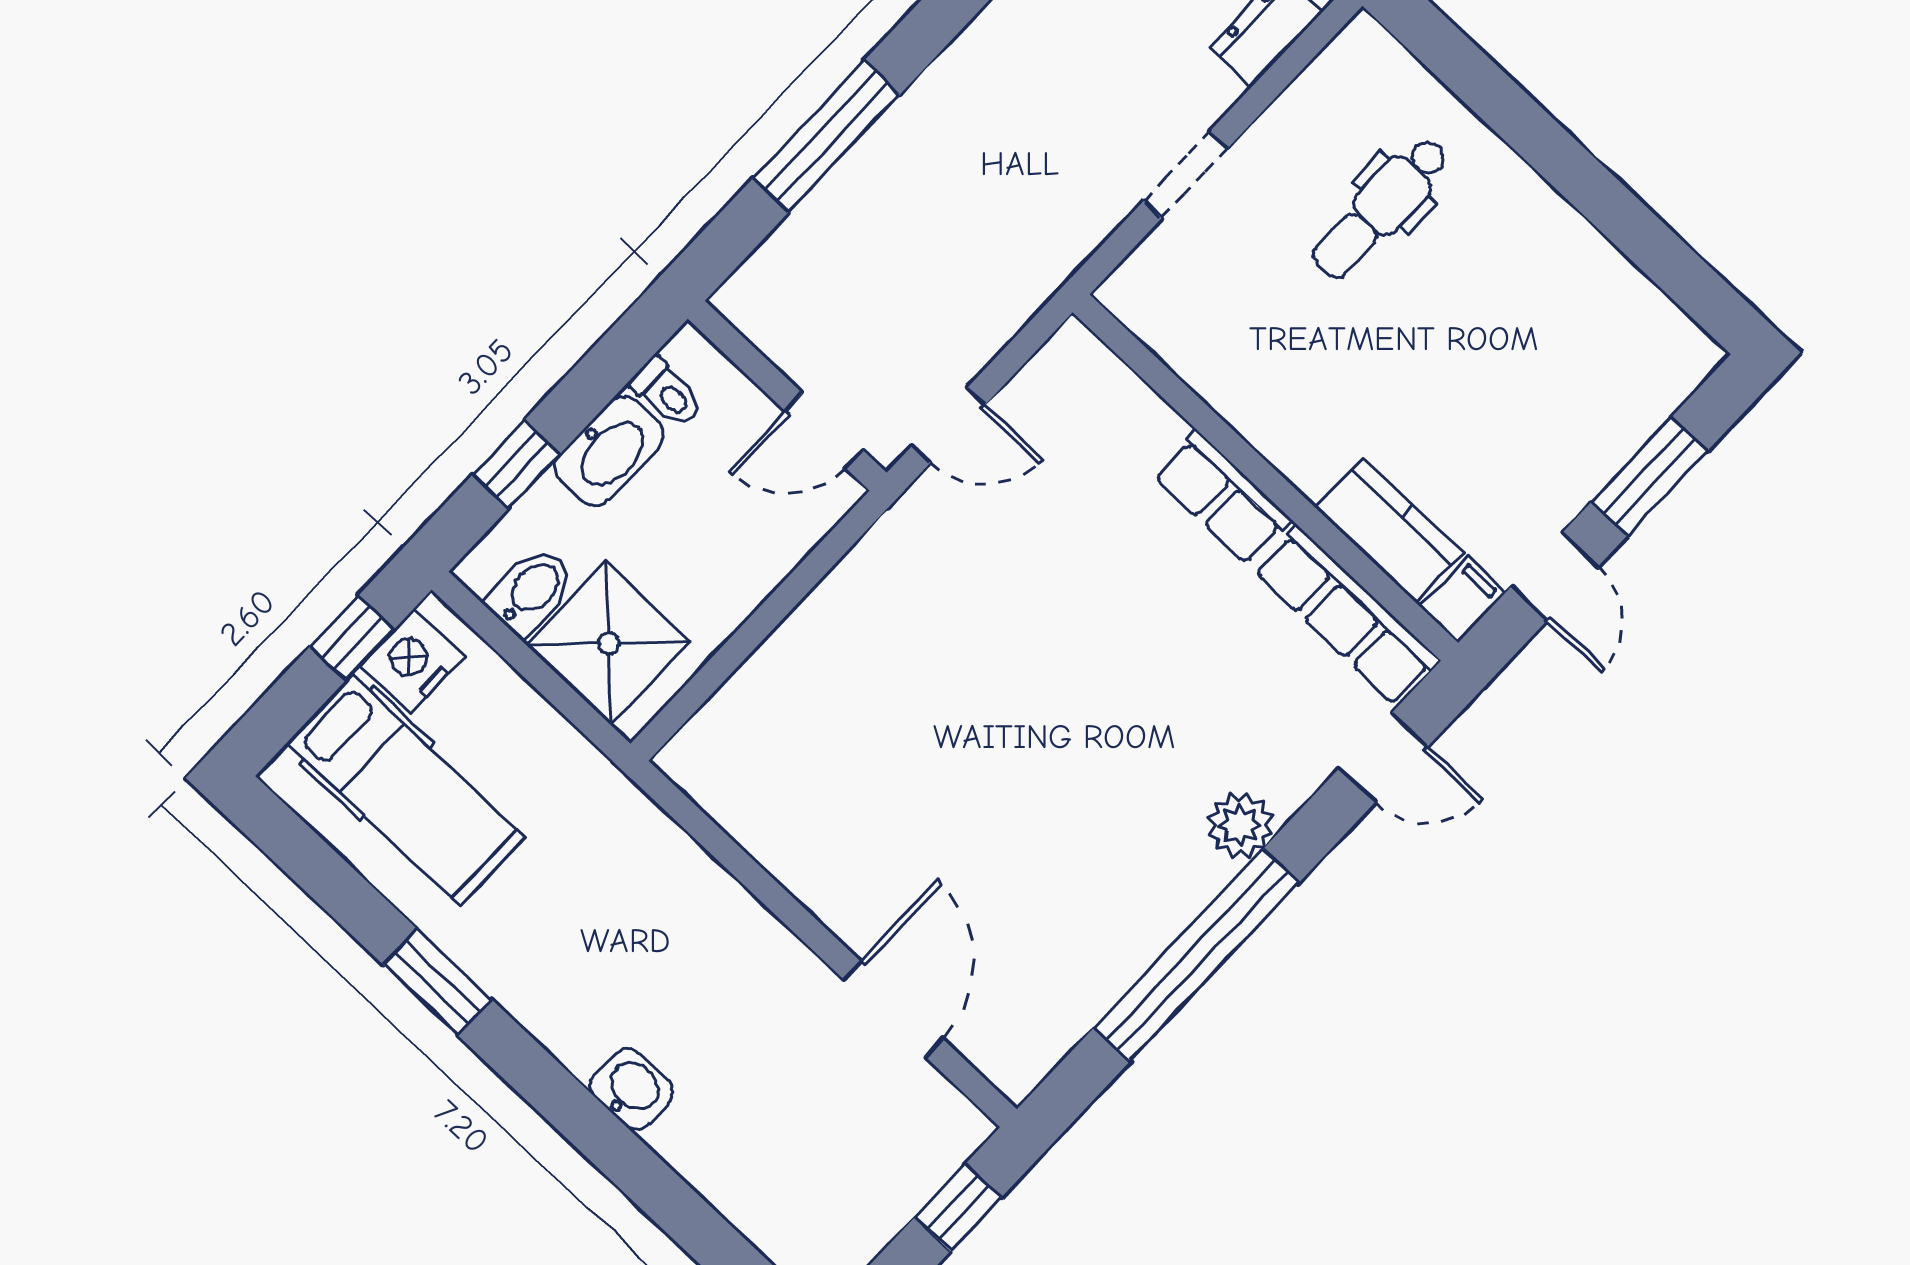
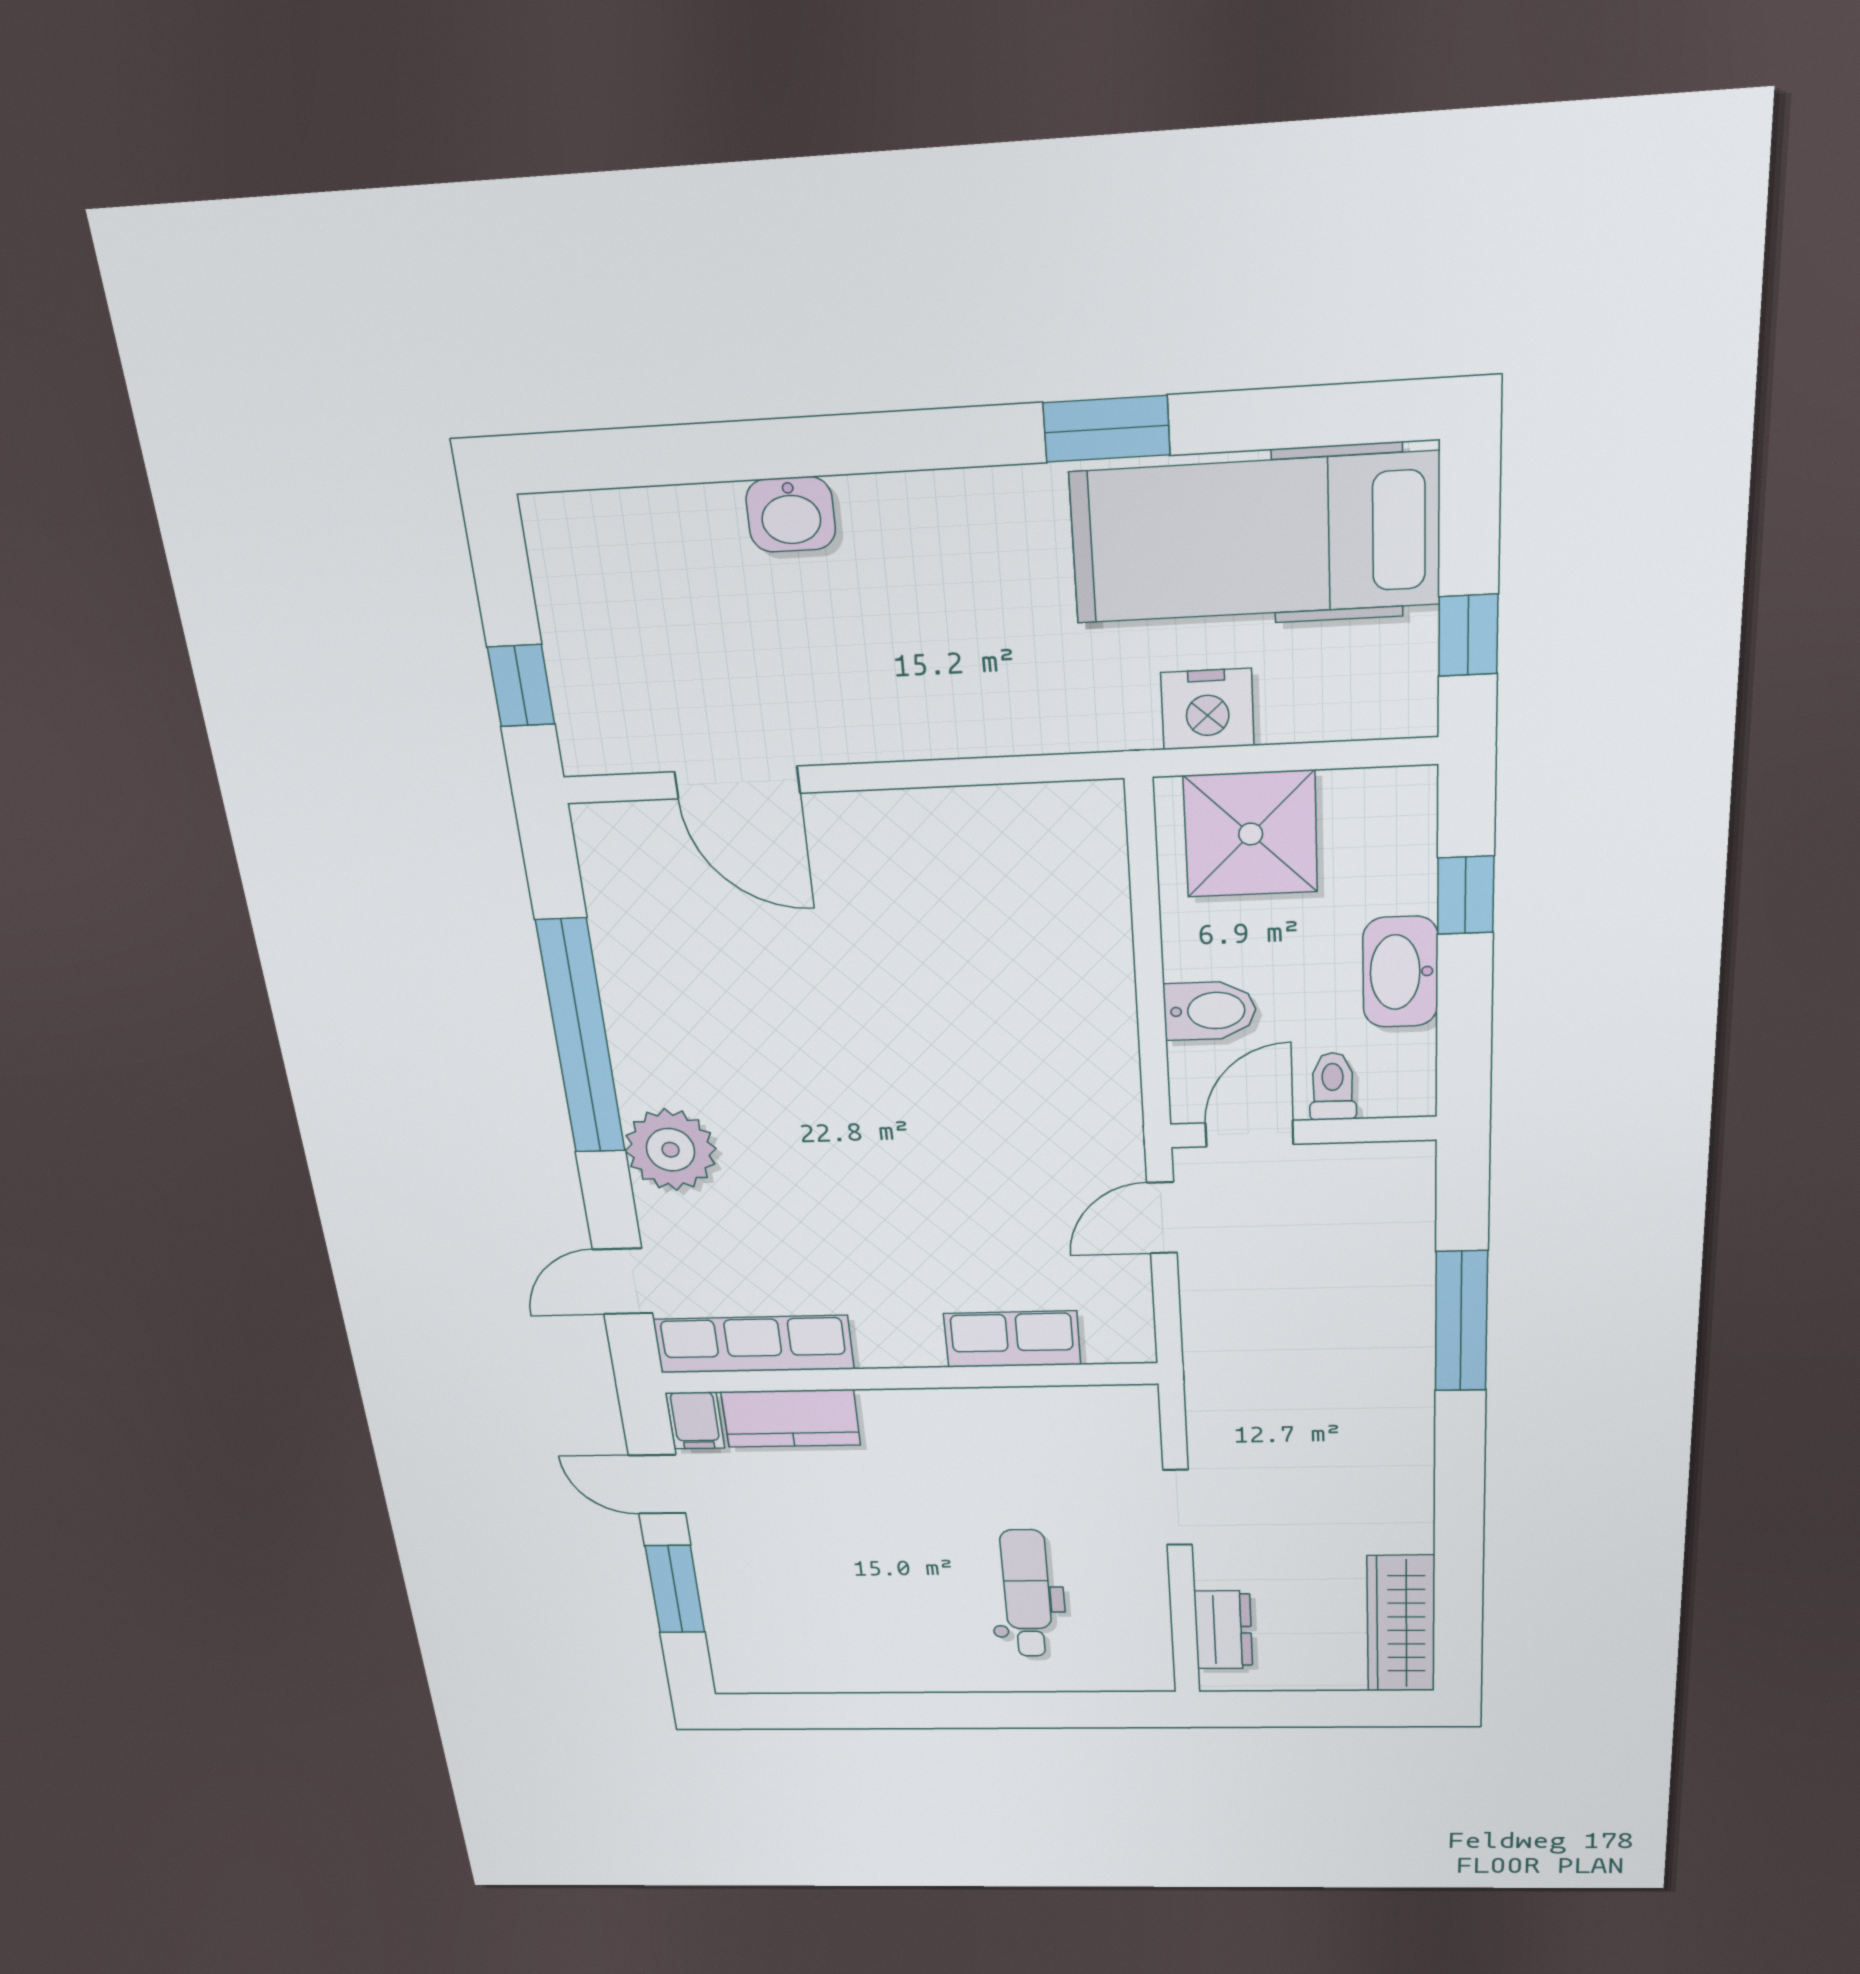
toilet: (666, 393) -> (1333, 1086), moved, turned 90
row of seats: (1222, 498) -> (1012, 1339), moved
bidet: (531, 591) -> (1210, 1011), moved, turned -90
nightstand: (412, 661) -> (1207, 709), moved, turned 90
hospital bed: (406, 790) -> (1255, 538), width x1.37, depth x1.29
plant: (1240, 825) -> (670, 1150), width x1.36, depth x1.36
washbasin: (632, 1089) -> (791, 514), moved

